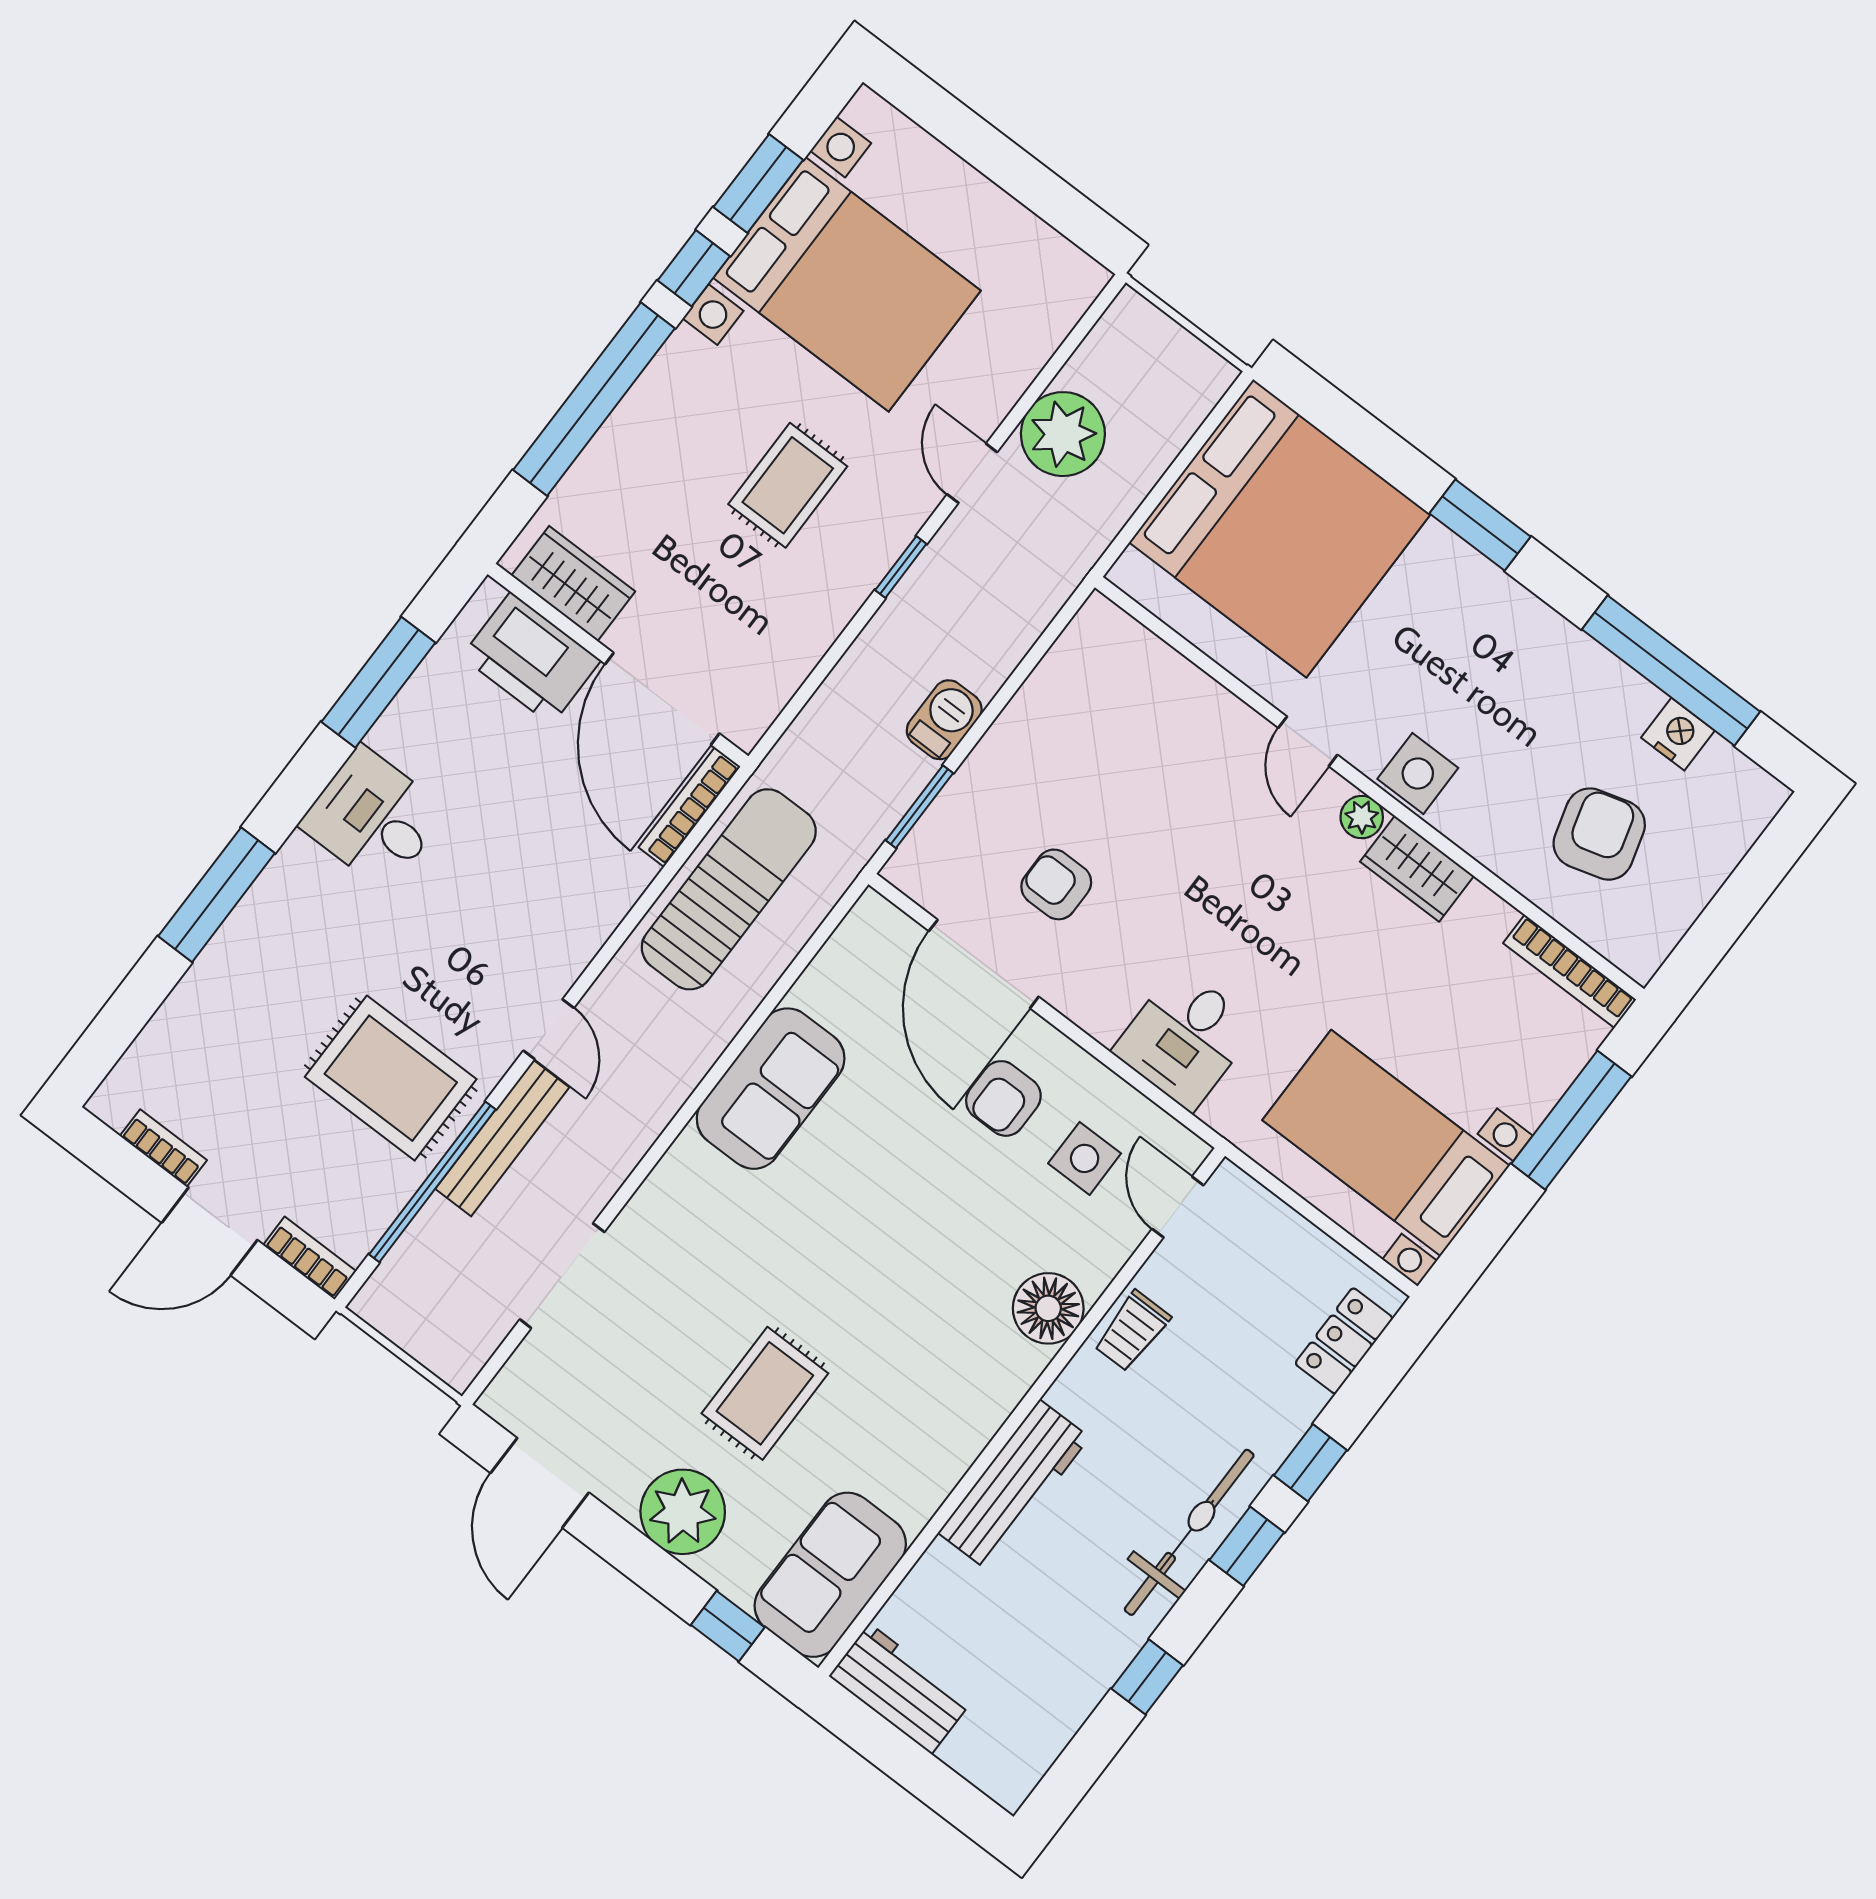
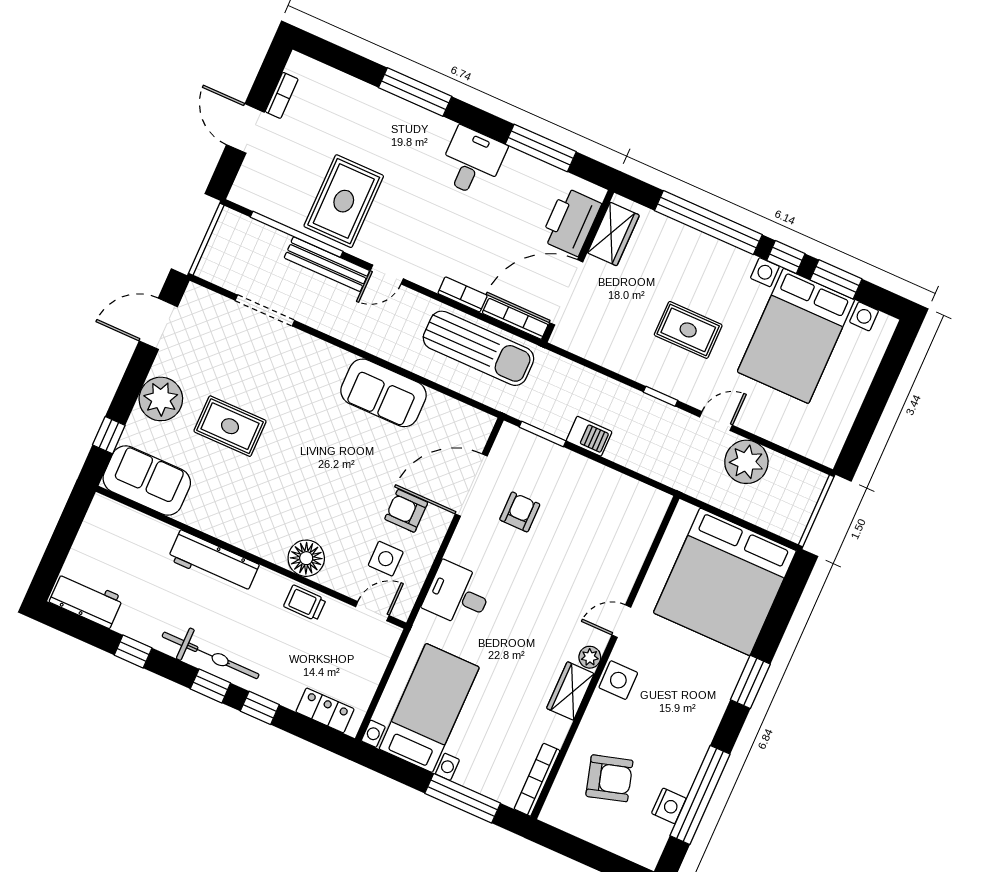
bookcase: (310, 1258) -> (463, 294), moved, turned -90
workbench: (900, 1689) -> (86, 600), moved, turned -90

